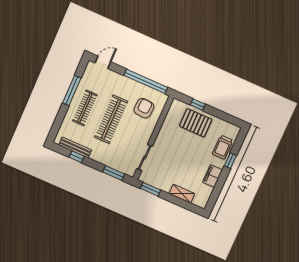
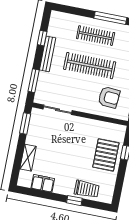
trolley: (223, 147) -> (87, 189), turned 180
bench: (75, 148) -> (48, 54), moved
filing cabinet: (212, 176) -> (43, 183), moved

